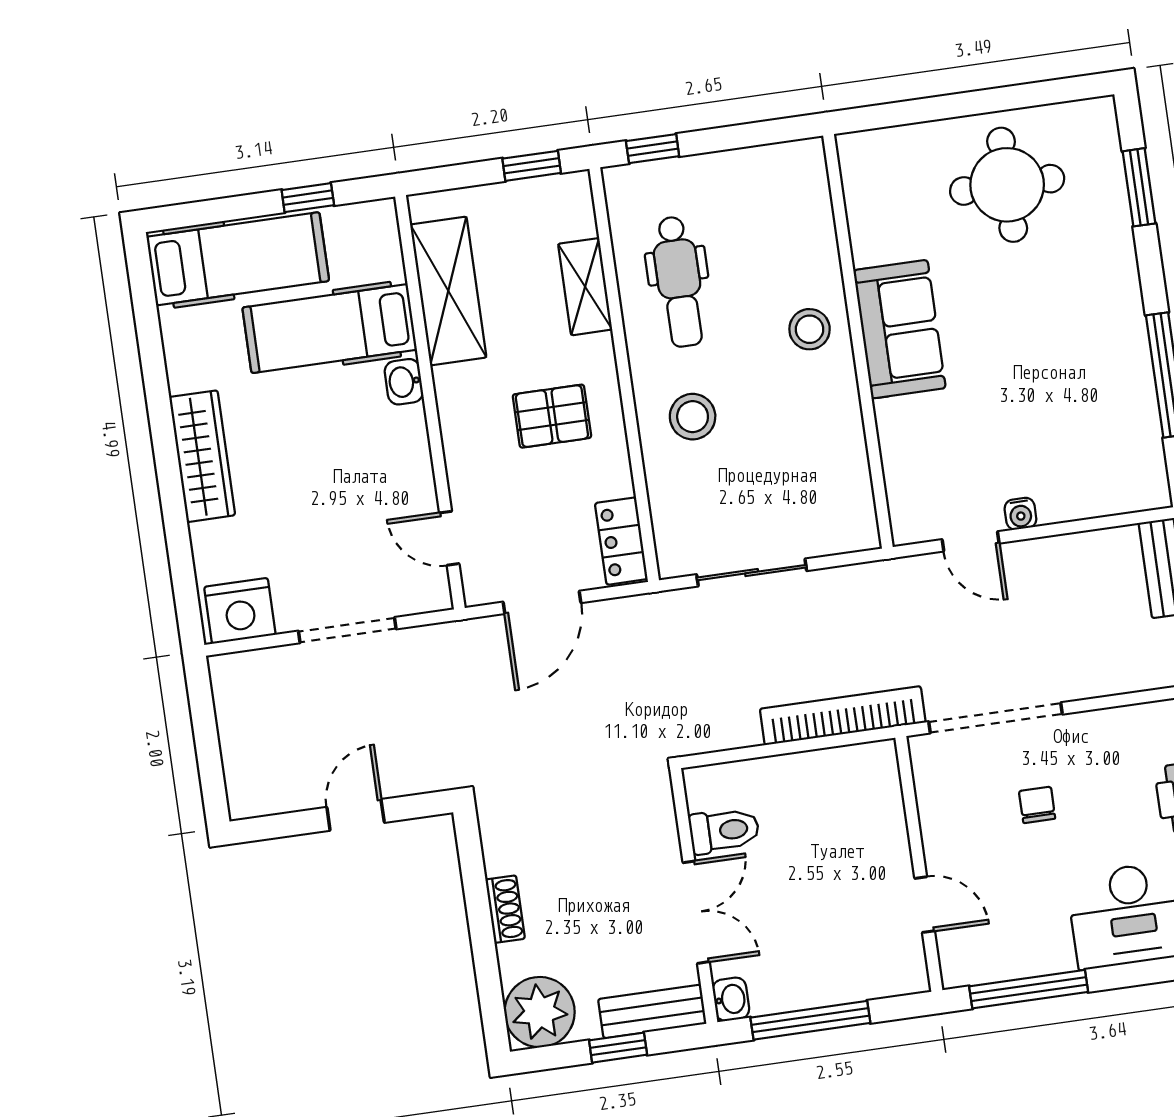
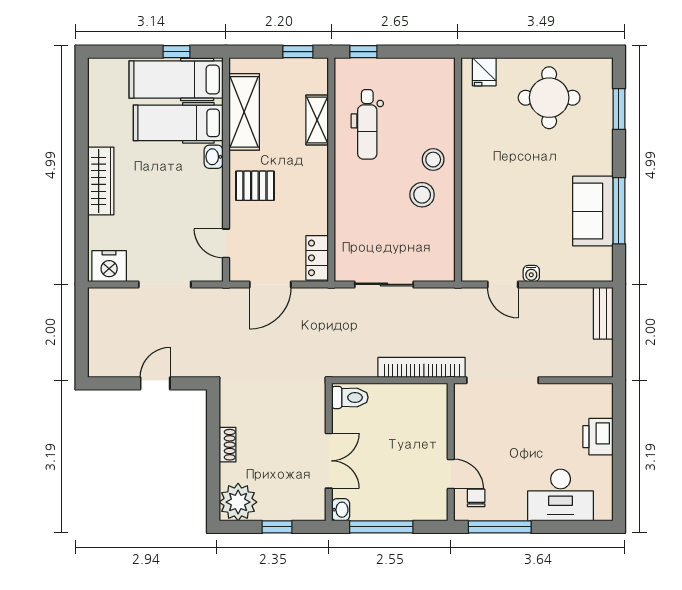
fridge: (881, 154) -> (484, 72), added
hospital bed: (238, 259) -> (176, 79), moved, turned 180
sofa: (900, 329) -> (593, 211), moved, turned 180
pallet: (552, 416) -> (255, 186), moved
stool: (693, 417) -> (422, 195), moved
chair: (1037, 805) -> (476, 498), moved
toilet: (724, 831) -> (350, 397), moved
bench: (652, 1011) -> (298, 510), removed

